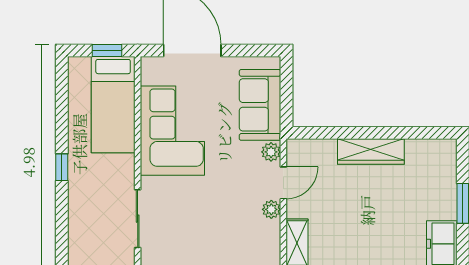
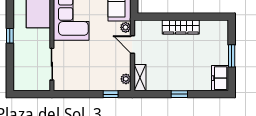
door: (283, 183) -> (132, 44), swing flipped
plant: (271, 209) -> (126, 79), moved

